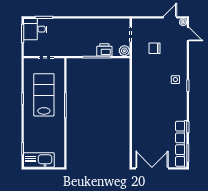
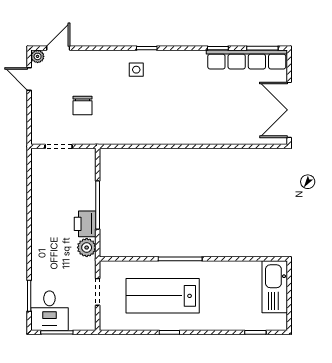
printer: (104, 50) -> (85, 224), moved
plant: (124, 51) -> (87, 248), moved
kitchen sink: (39, 160) -> (275, 287), moved

